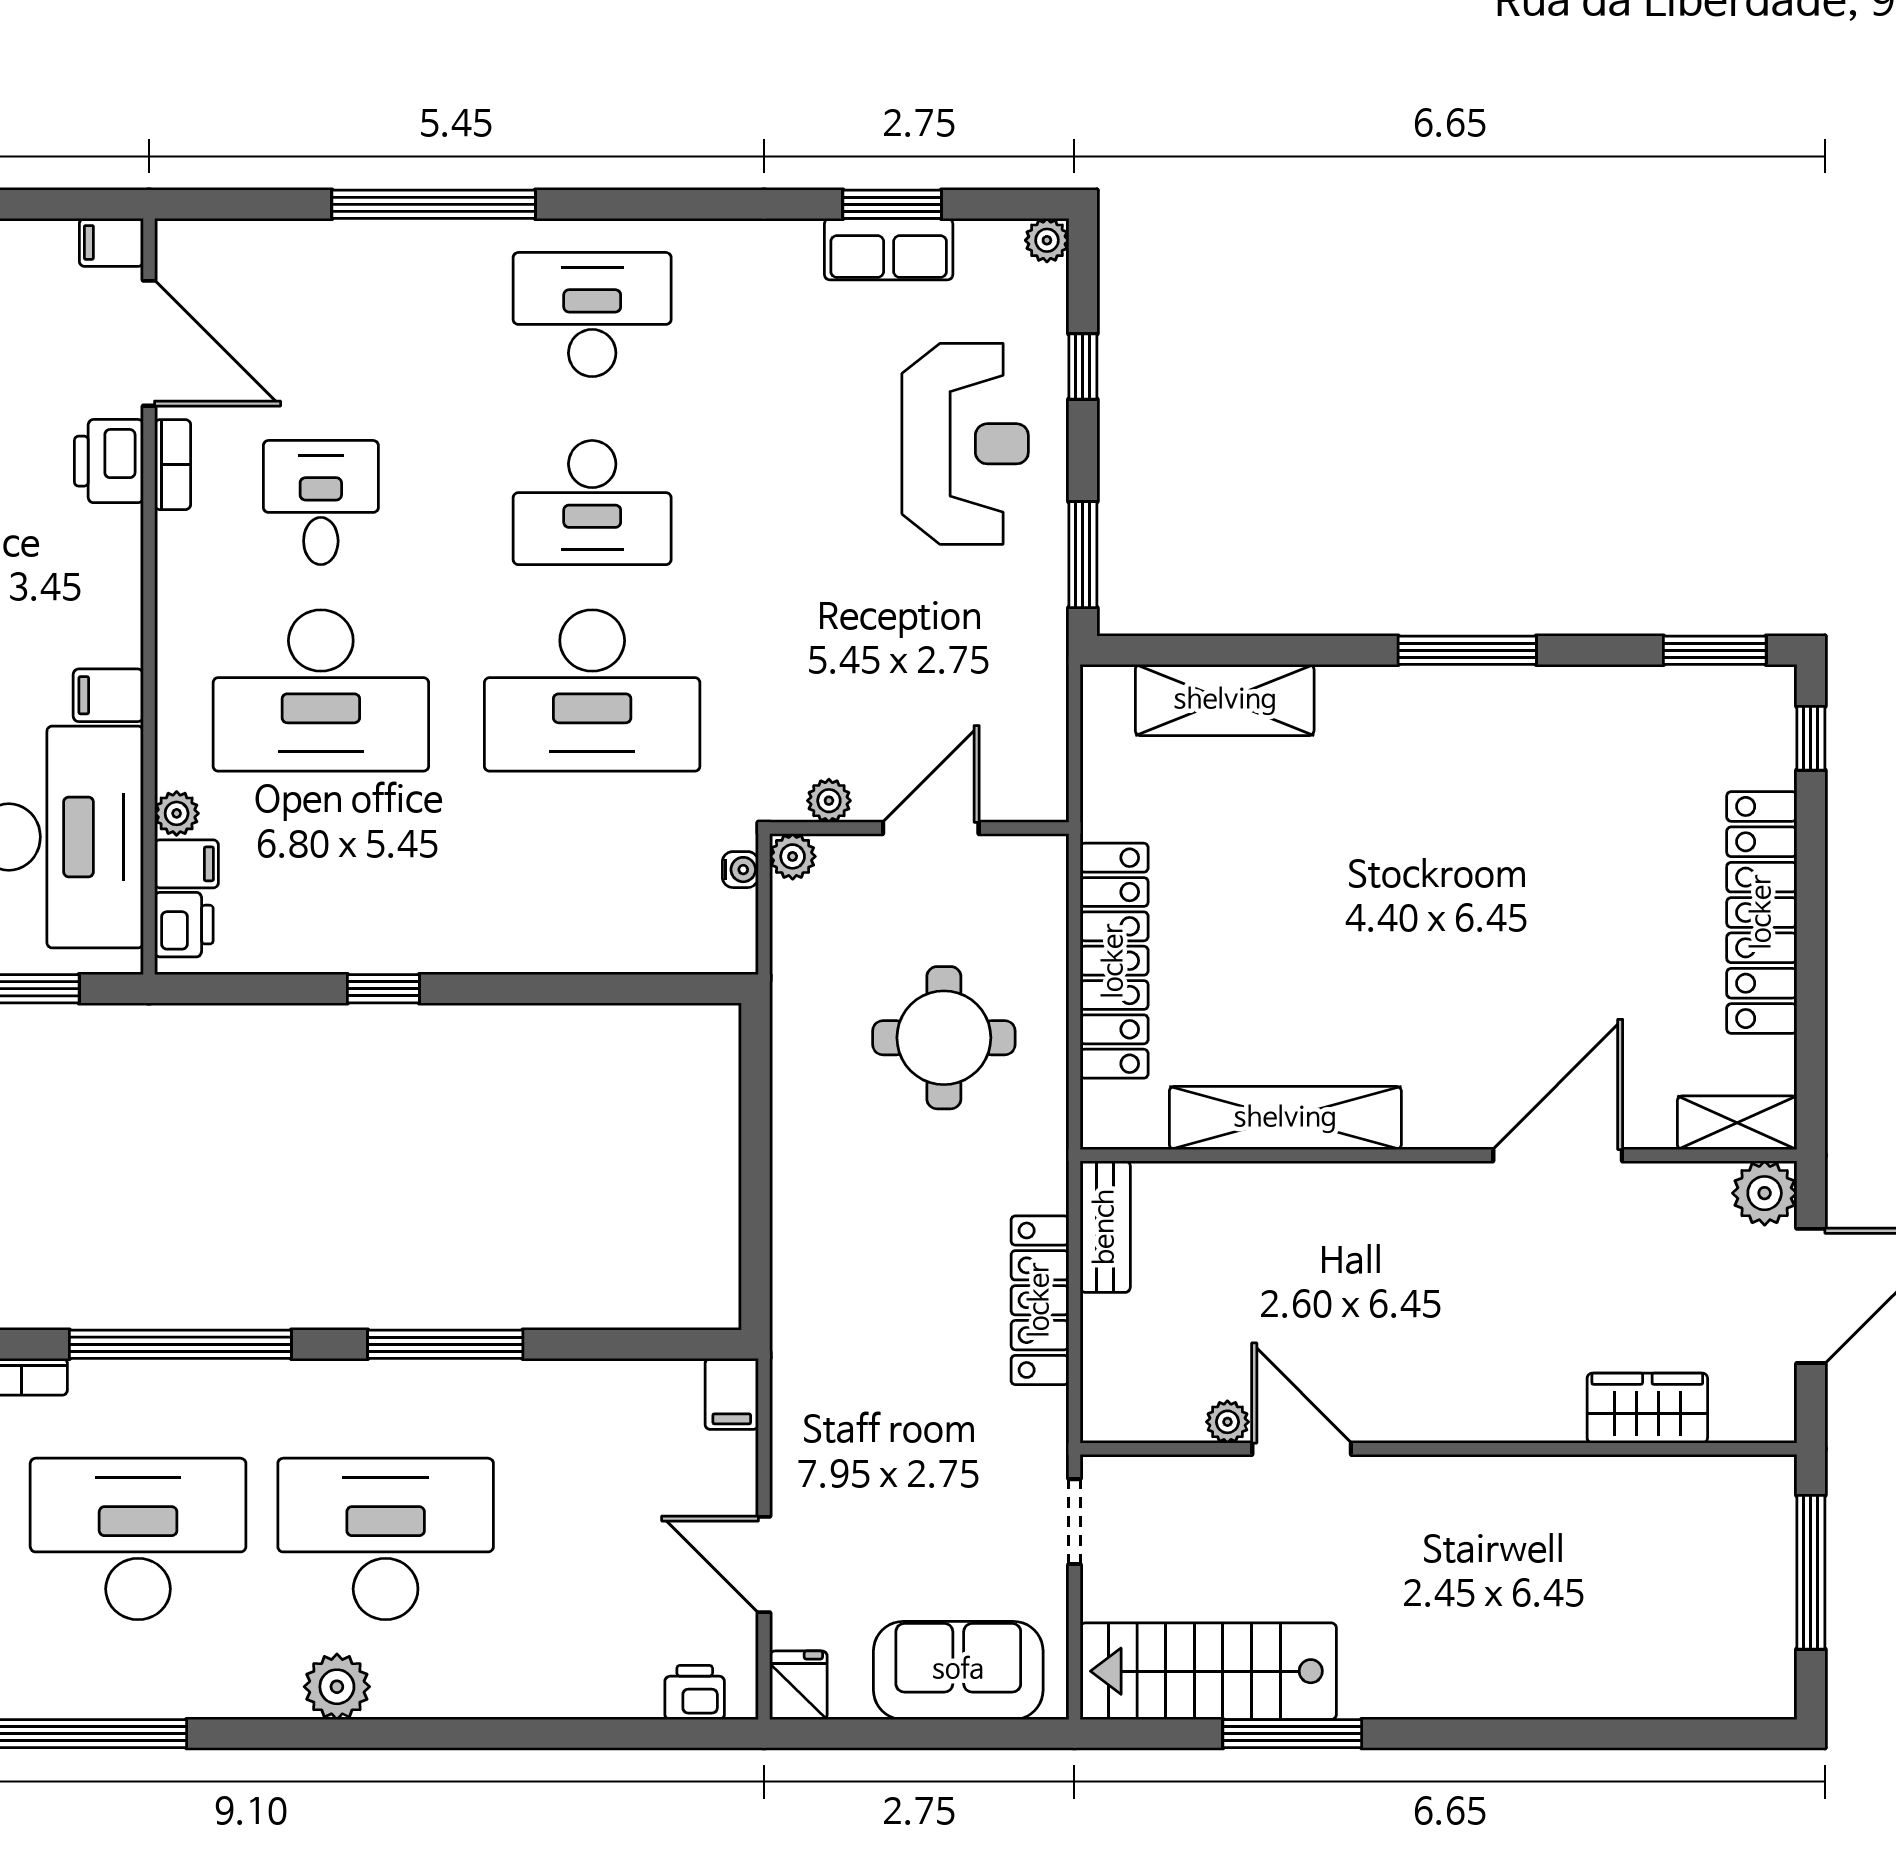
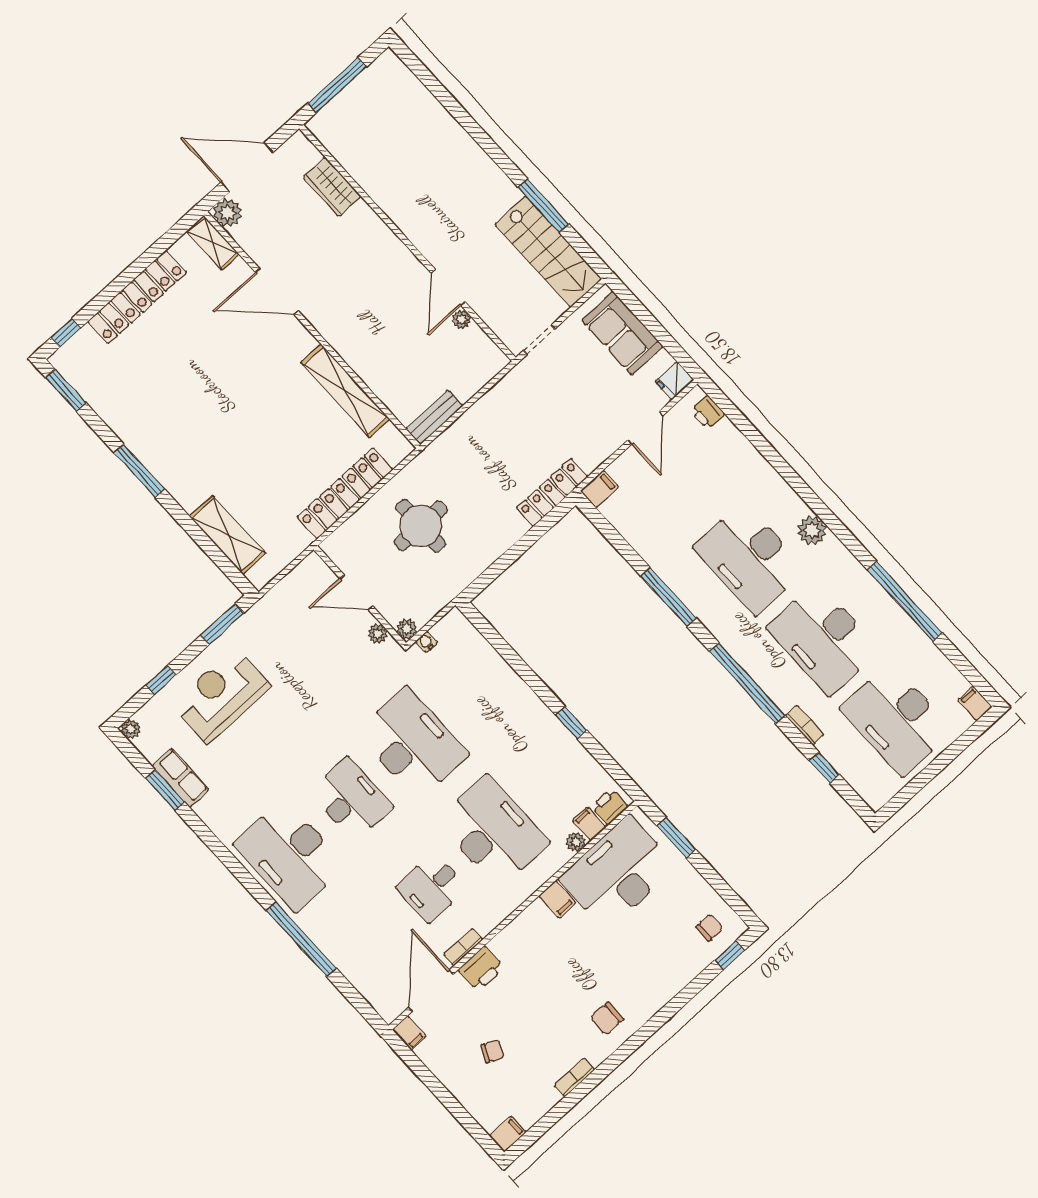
desk: (592, 315) -> (290, 855), width x1.36, depth x1.30
locker: (1040, 1300) -> (552, 493), moved, turned 180

